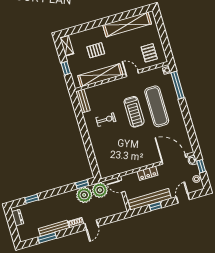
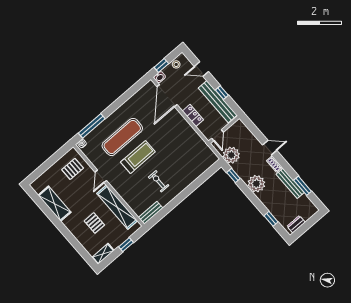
shelving: (127, 24) -> (54, 204), width x0.68
plant: (84, 195) -> (256, 184), moved

